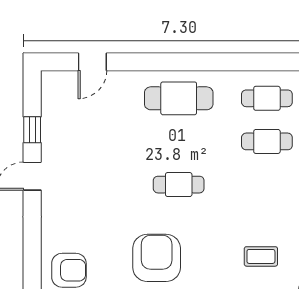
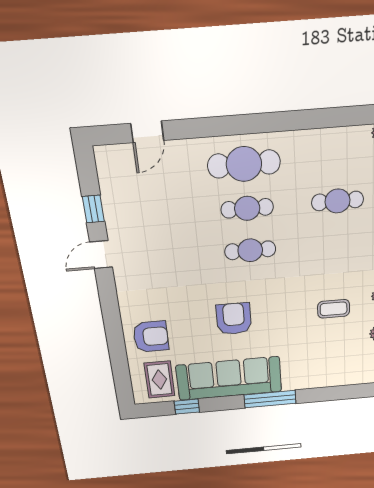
cafe table: (267, 98) -> (247, 208), moved
armchair: (157, 258) -> (234, 319), width x0.73, depth x0.73

